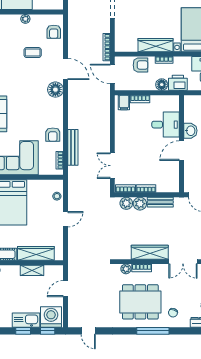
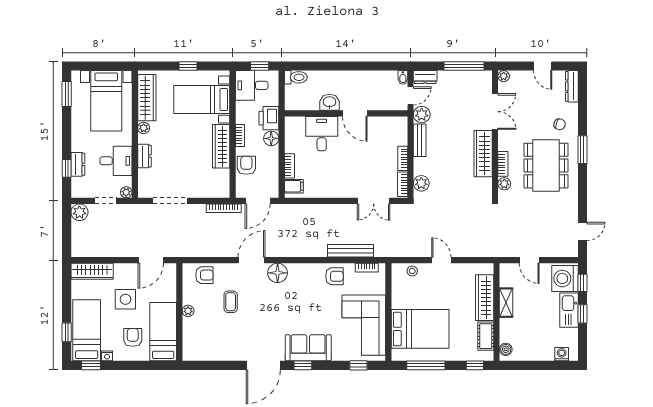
plant: (140, 204) -> (422, 115), moved
window: (153, 331) -> (582, 150), width x0.69

